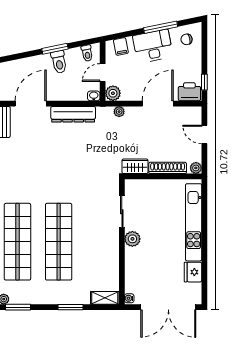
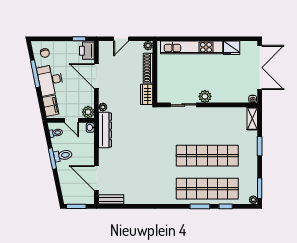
filing cabinet: (121, 46) -> (51, 106), width x2.00
dresser: (73, 114) -> (105, 130), moved

